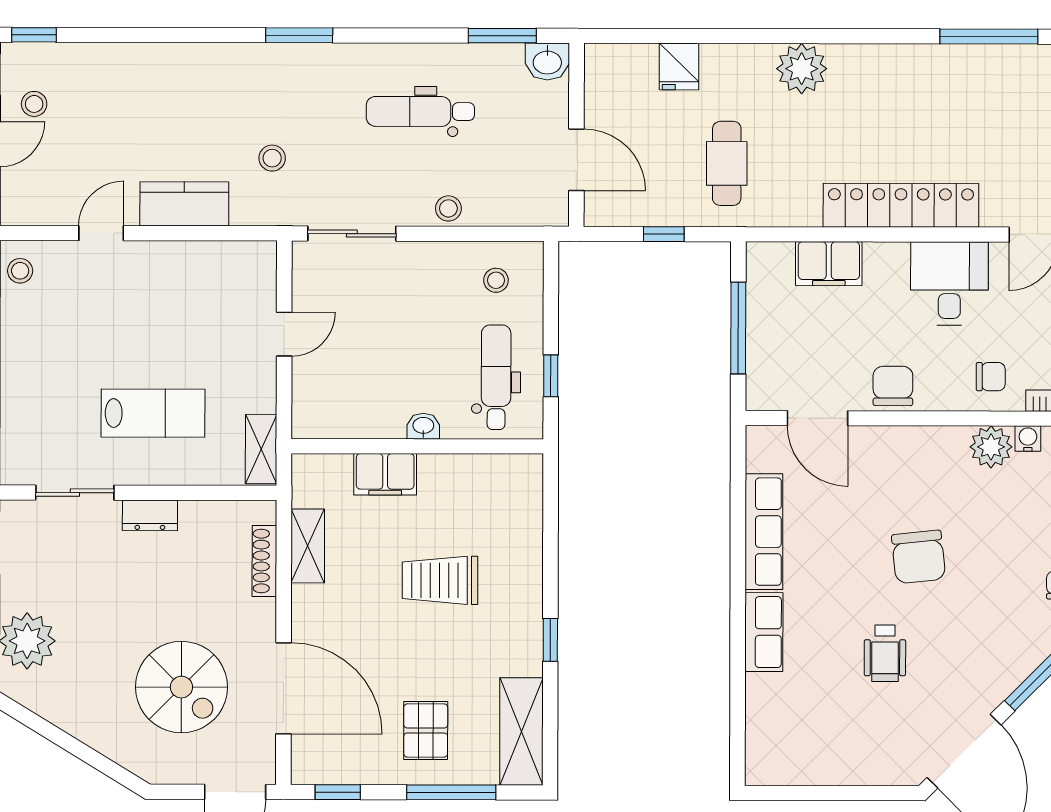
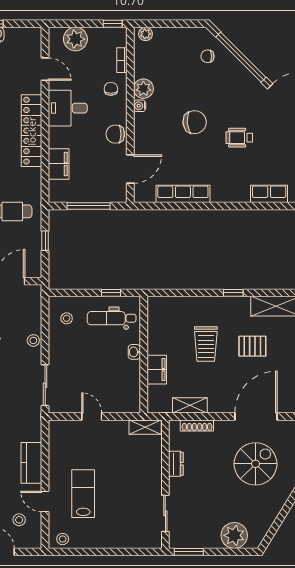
stool: (272, 158) -> (19, 520), moved
lab bench: (153, 413) -> (83, 494), moved
water cooler: (1028, 439) -> (140, 106), moved
dresser: (150, 515) -> (176, 464), moved
row of seats: (764, 632) -> (269, 194), moved
wheelchair: (885, 653) -> (239, 138), turned 180
pallet: (426, 730) -> (252, 346), moved

